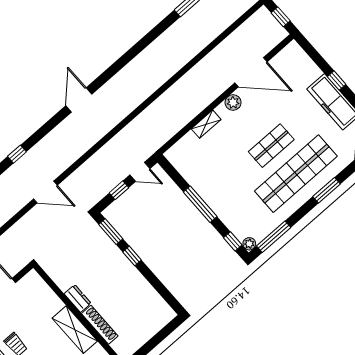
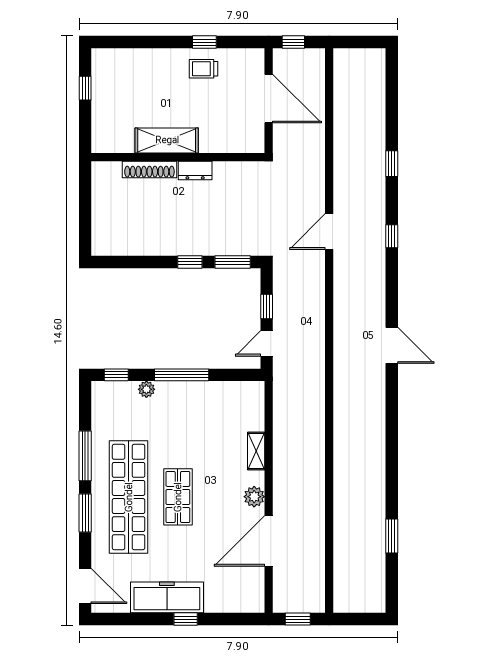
window: (274, 237) -> (85, 456), moved
plant: (249, 244) -> (146, 389), moved

